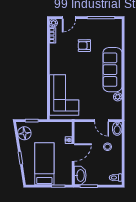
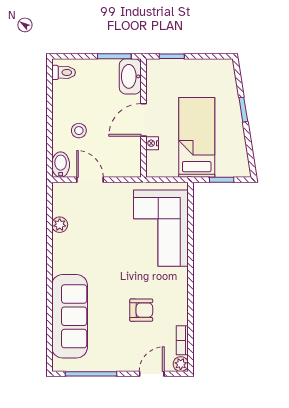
armchair: (84, 46) -> (141, 310), moved
sofa: (112, 70) -> (70, 316), moved
floor lamp: (24, 133) -> (236, 156), removed
bed: (44, 164) -> (197, 137), moved, turned 180

